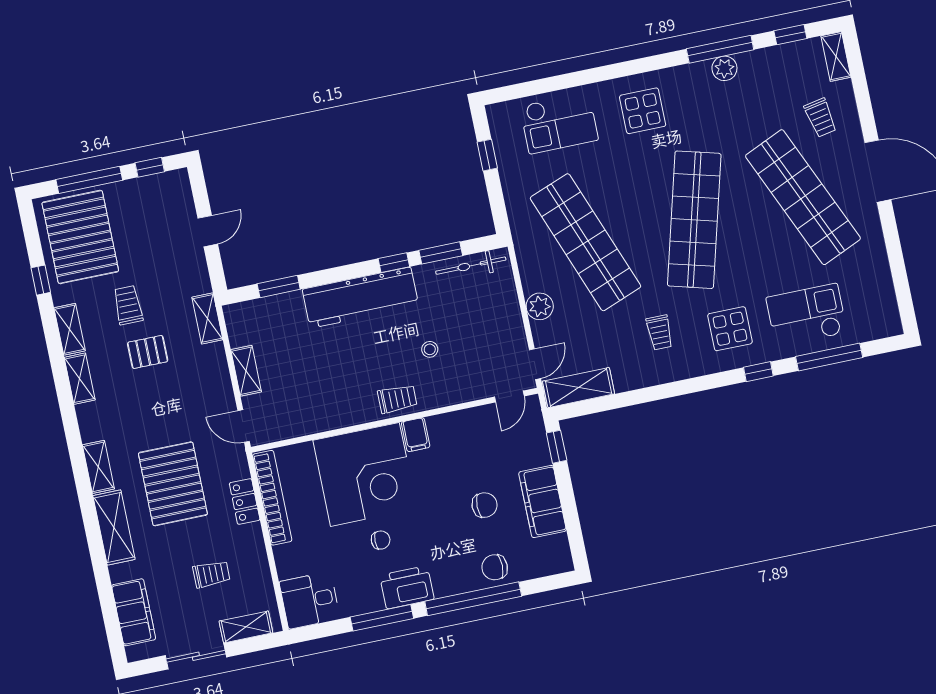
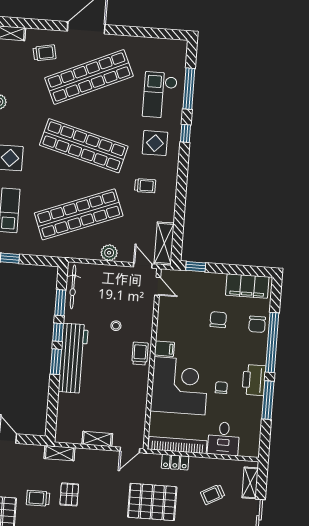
window: (279, 286) -> (56, 362), moved
filing cabinet: (543, 501) -> (247, 286), moved
trolley: (211, 574) -> (213, 494), turned -118
desk: (310, 600) -> (224, 439), moved

